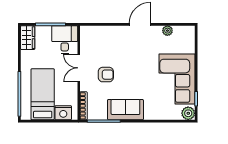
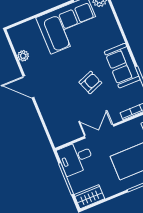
double door: (79, 68) -> (99, 131), swing flipped
armchair: (106, 75) -> (90, 83), moved, turned 69

